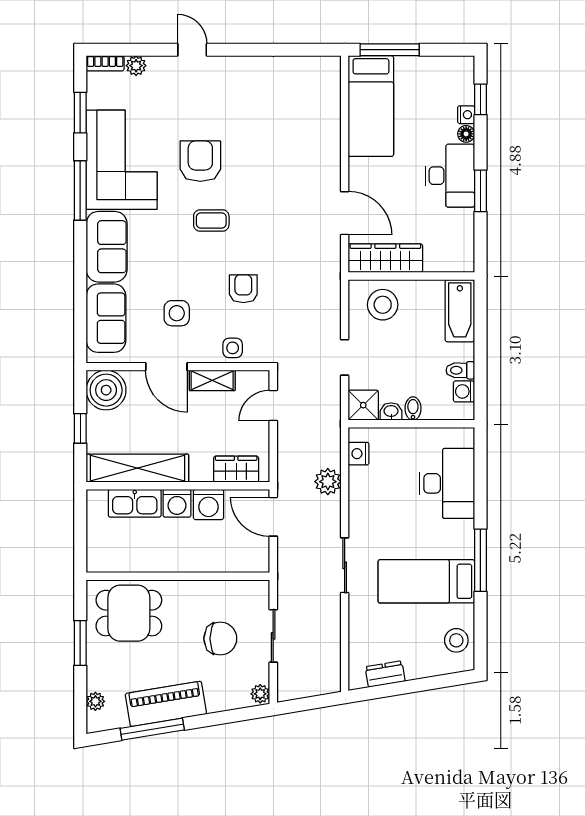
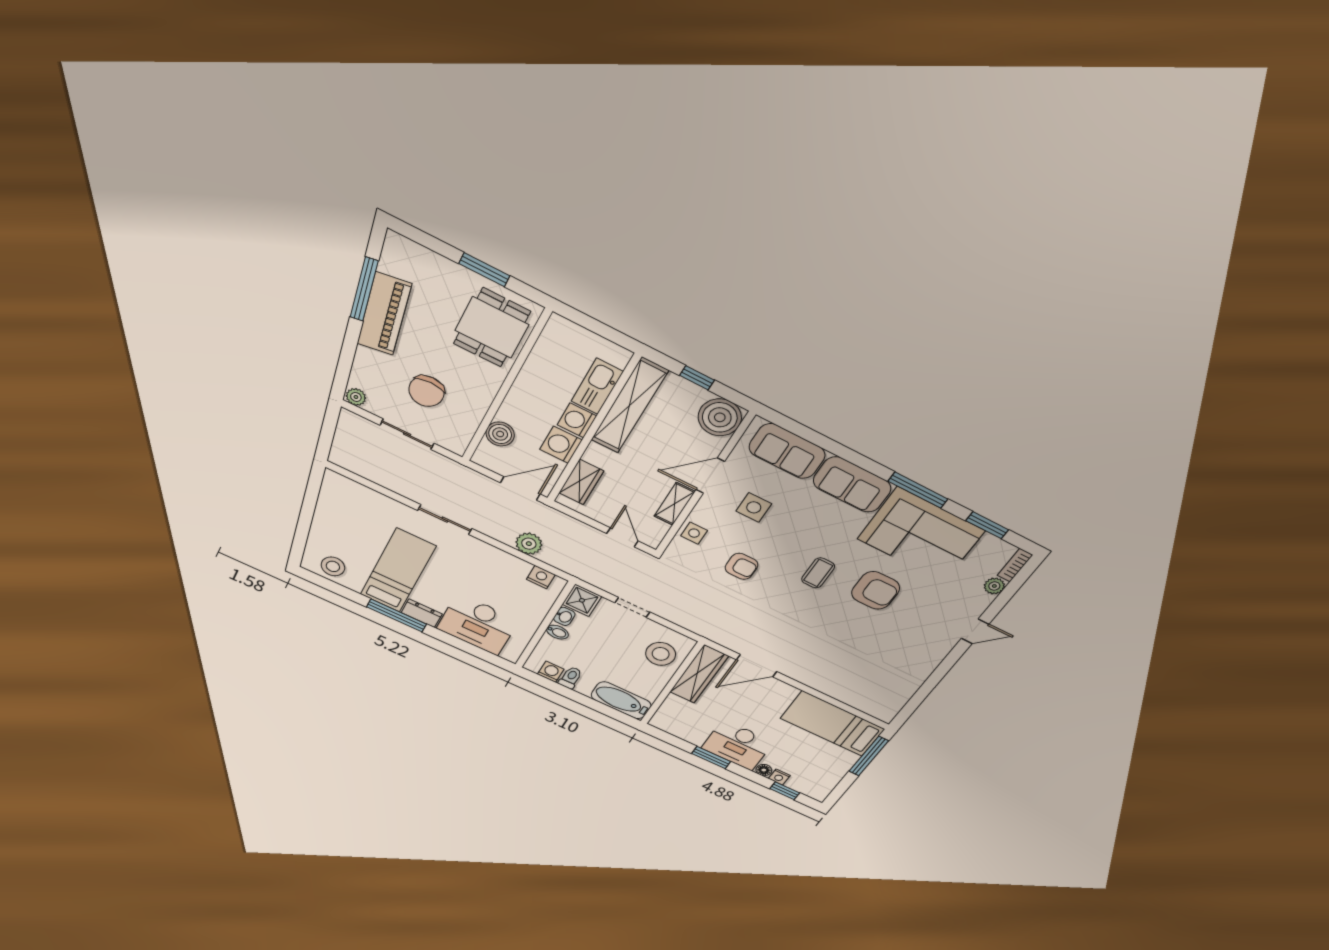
boiler: (227, 559) -> (500, 434), added
dresser: (385, 674) -> (422, 613), moved, turned -81
plant: (95, 701) -> (417, 253), removed

